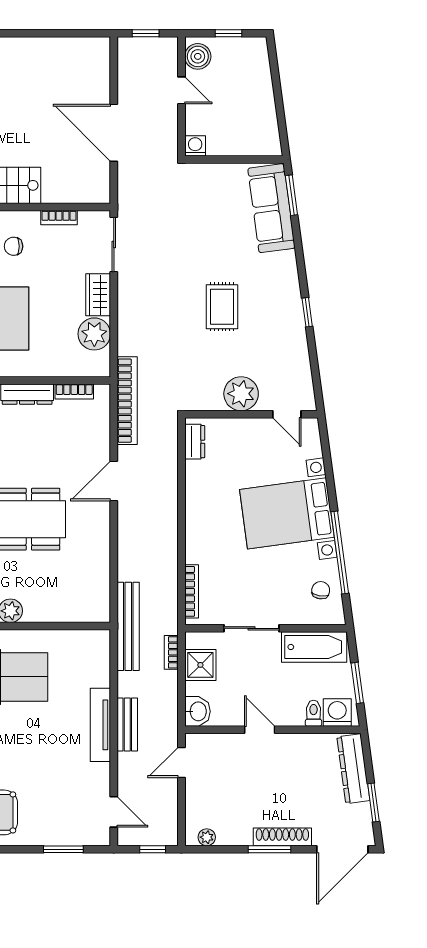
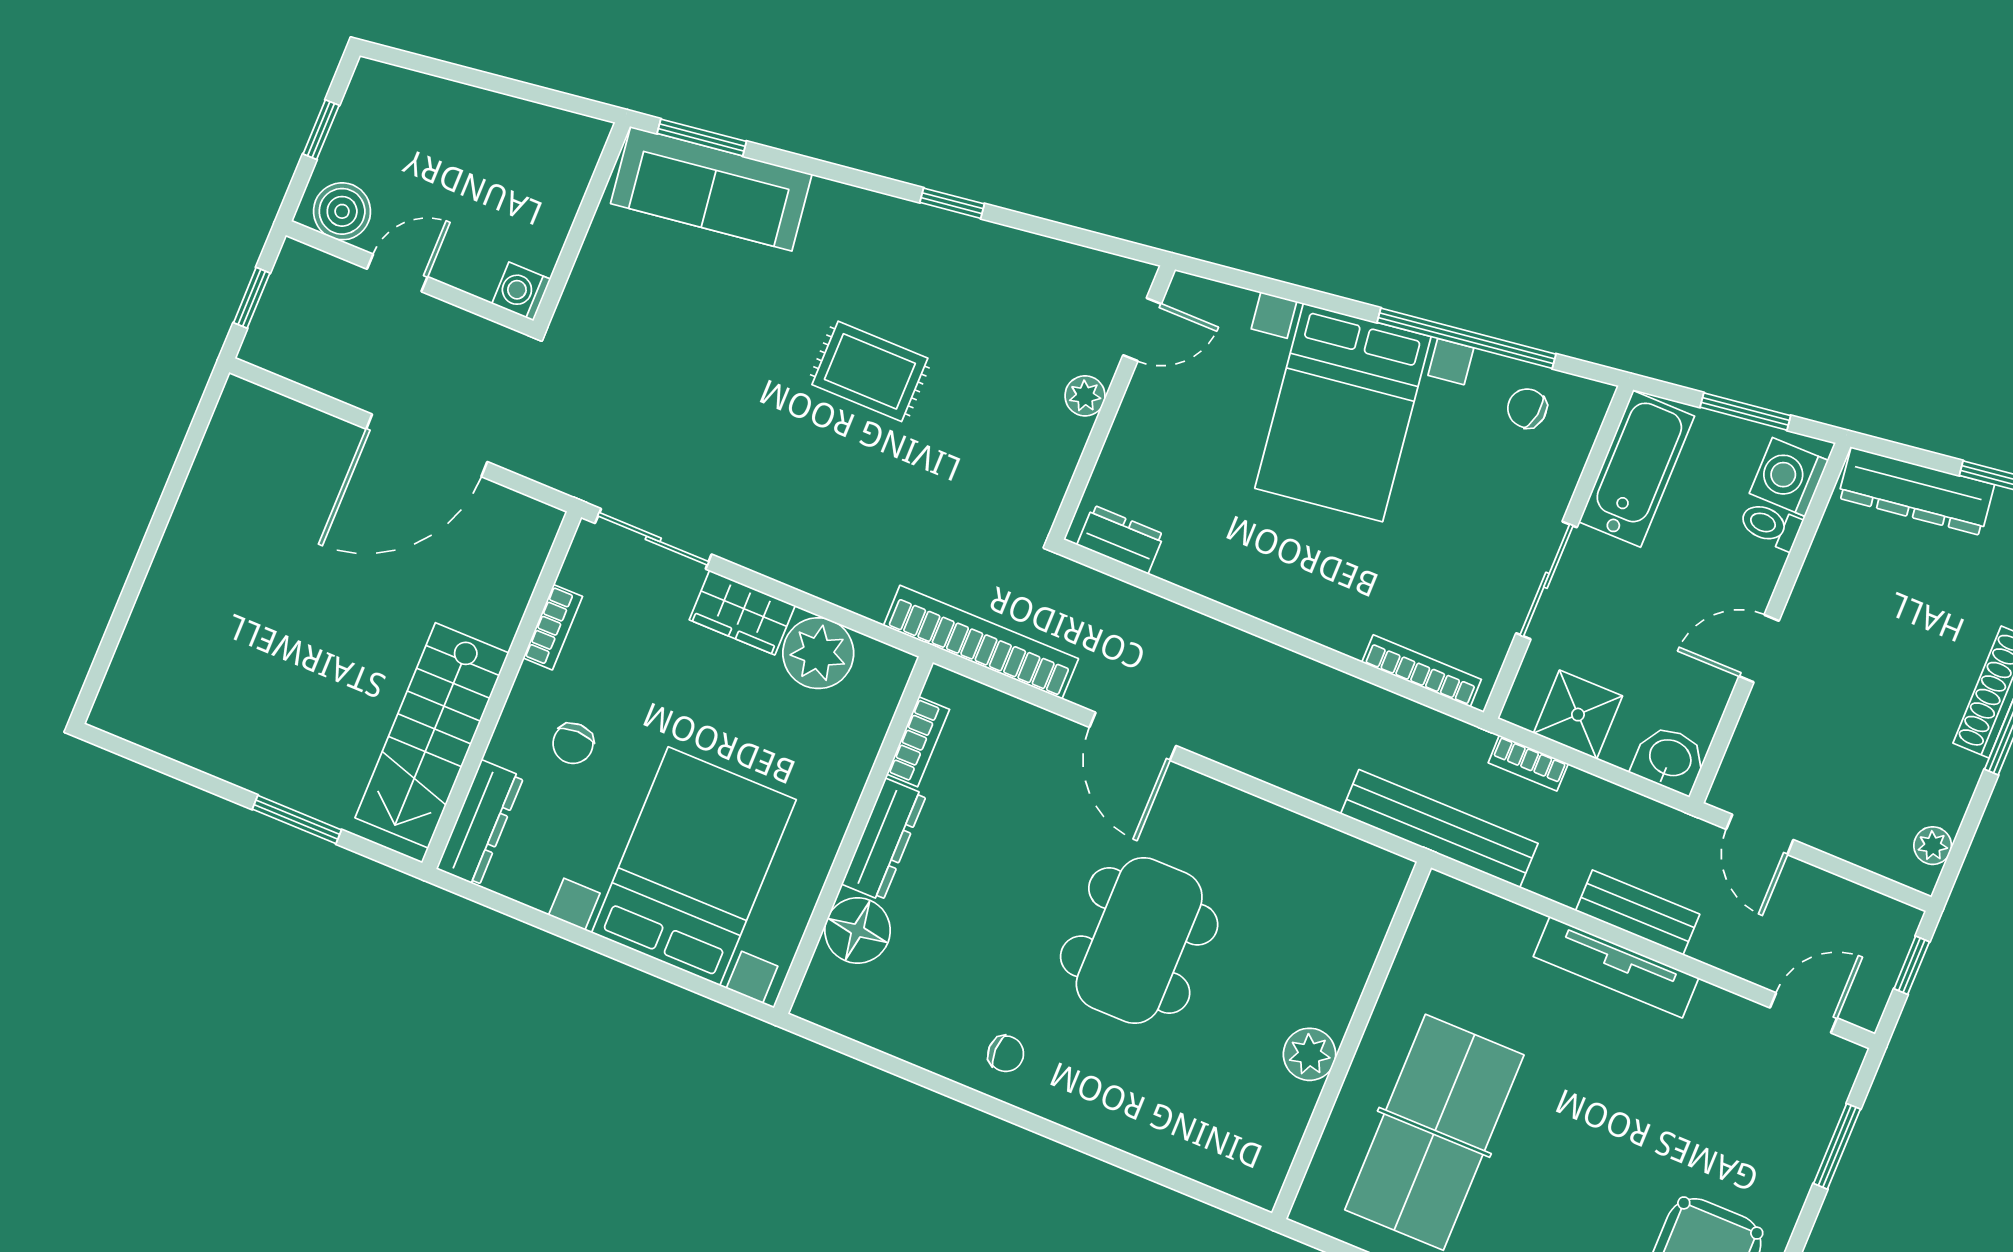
plant: (241, 394) -> (1085, 396), width x0.53, depth x0.53

